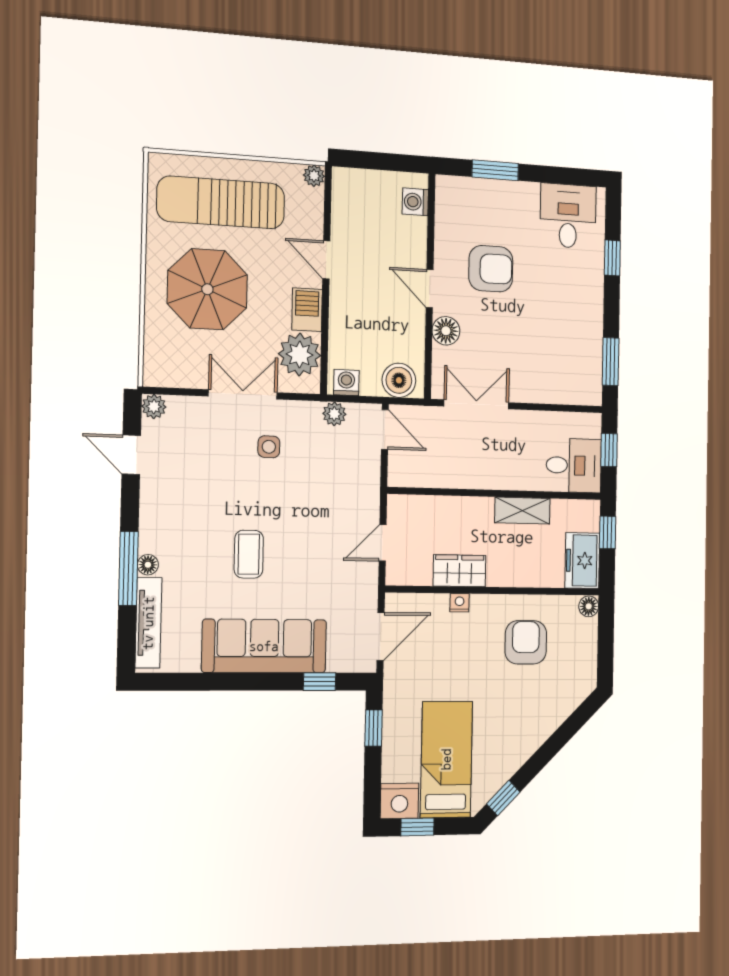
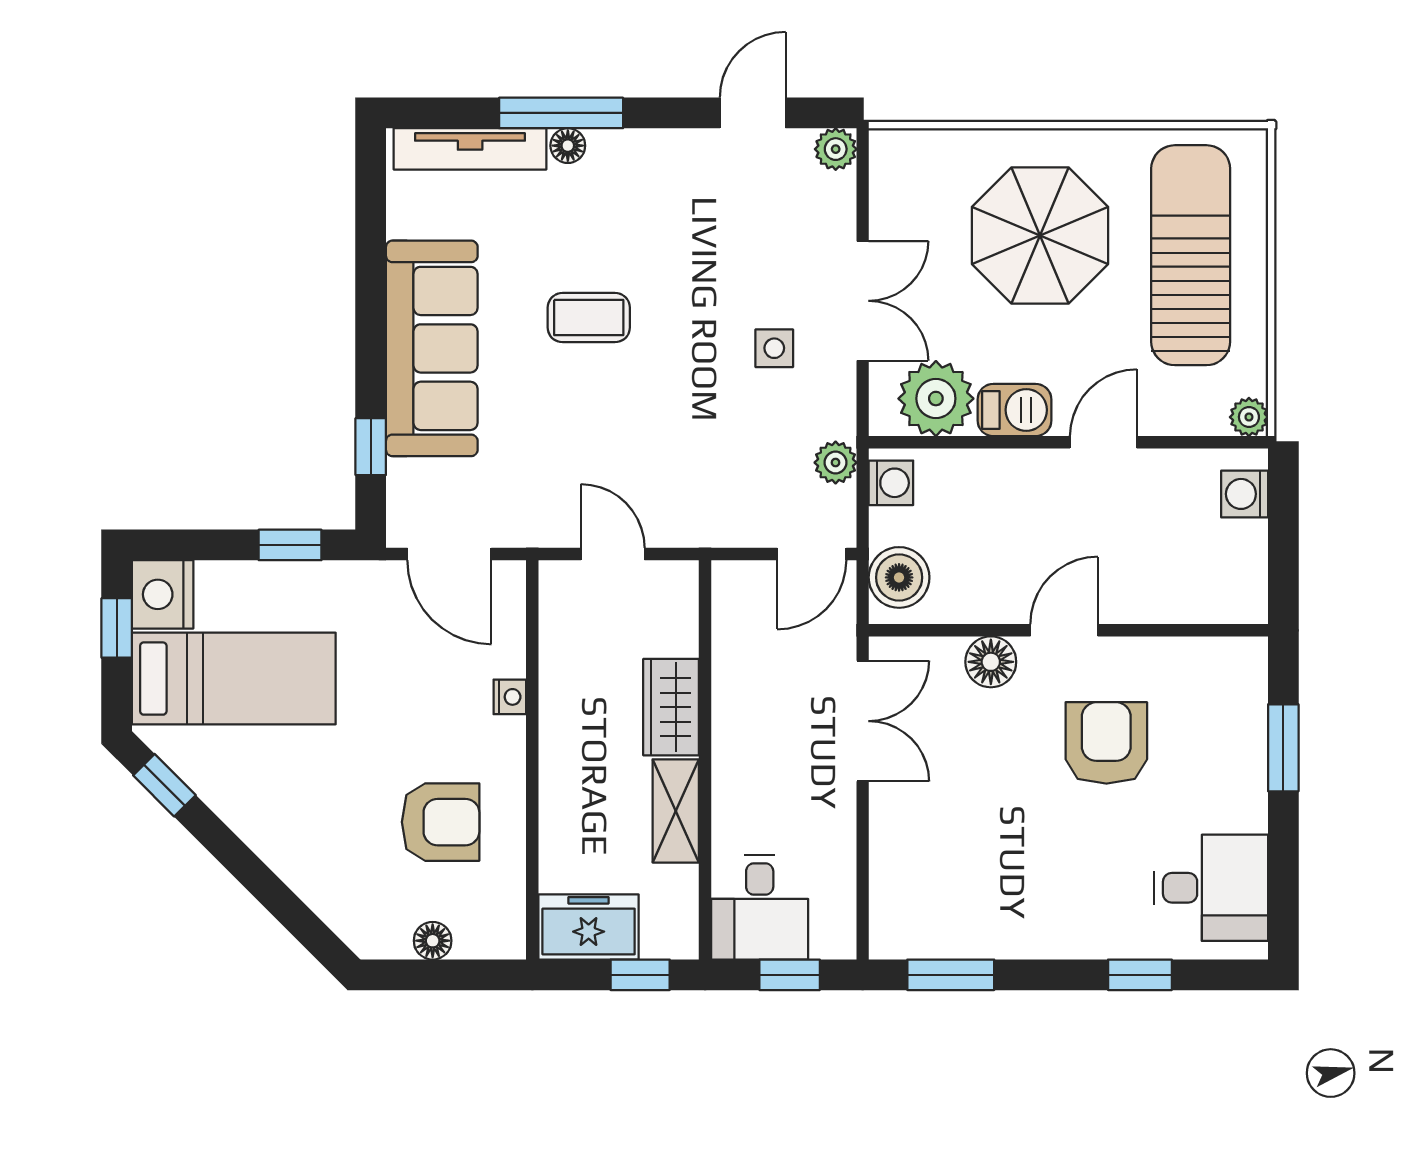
washing machine: (415, 202) -> (1245, 494), moved, turned -90
armchair: (491, 269) -> (1106, 743), turned 180
wardrobe: (459, 571) -> (671, 707), moved, turned 180
floor lamp: (589, 606) -> (433, 941), moved

